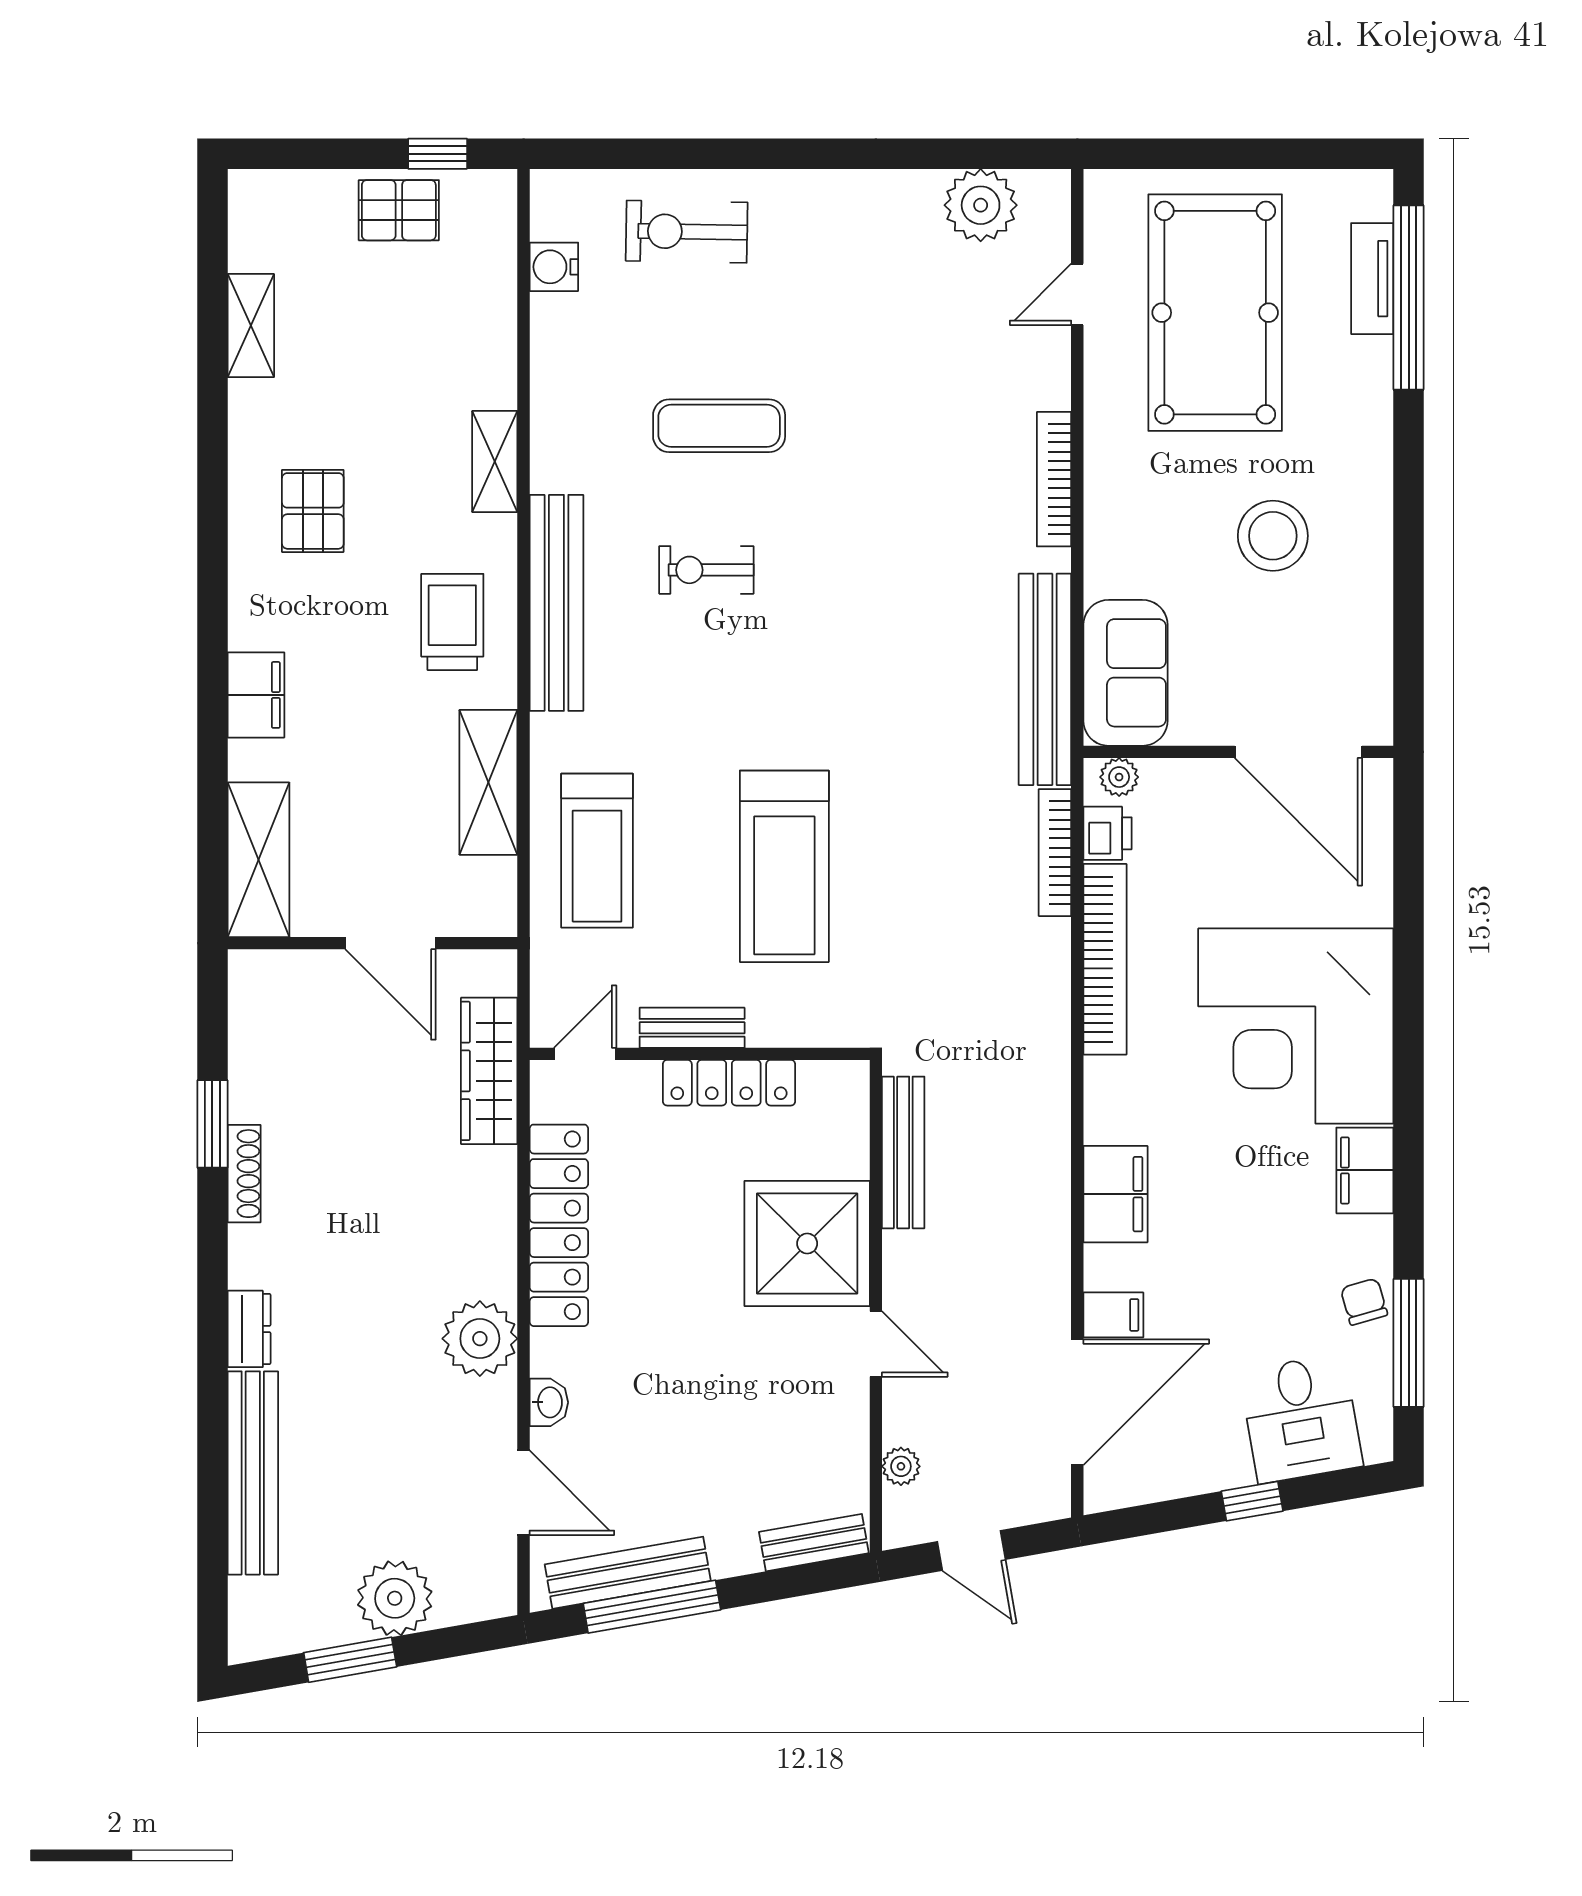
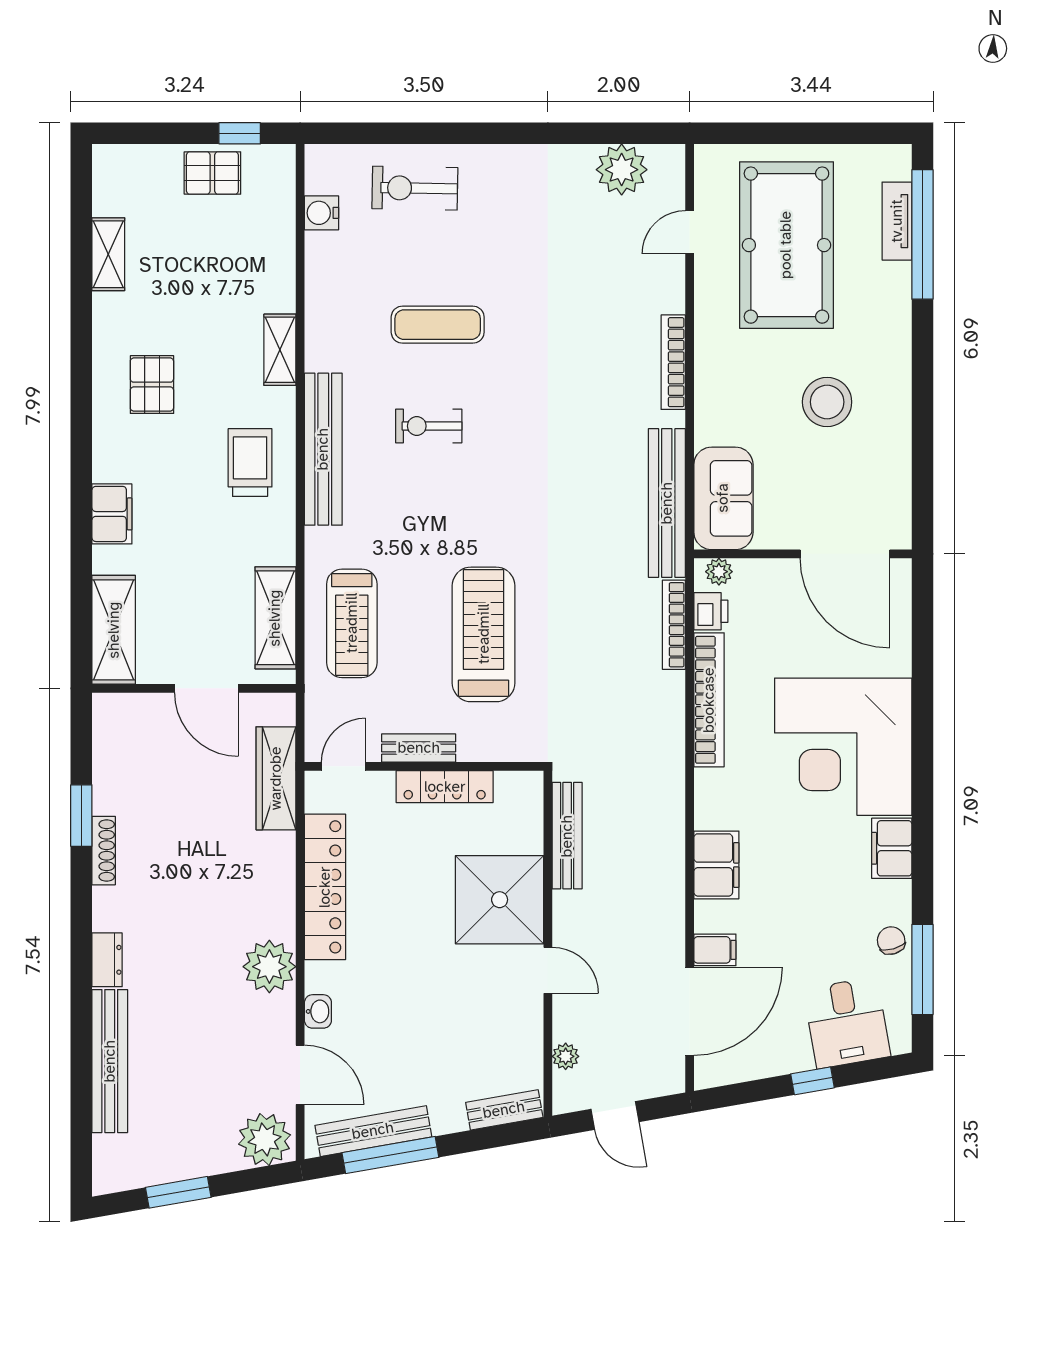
shelving: (488, 782) -> (275, 618), moved
treadmill: (784, 866) -> (484, 634), turned 180
plant: (395, 1598) -> (265, 1139), moved

